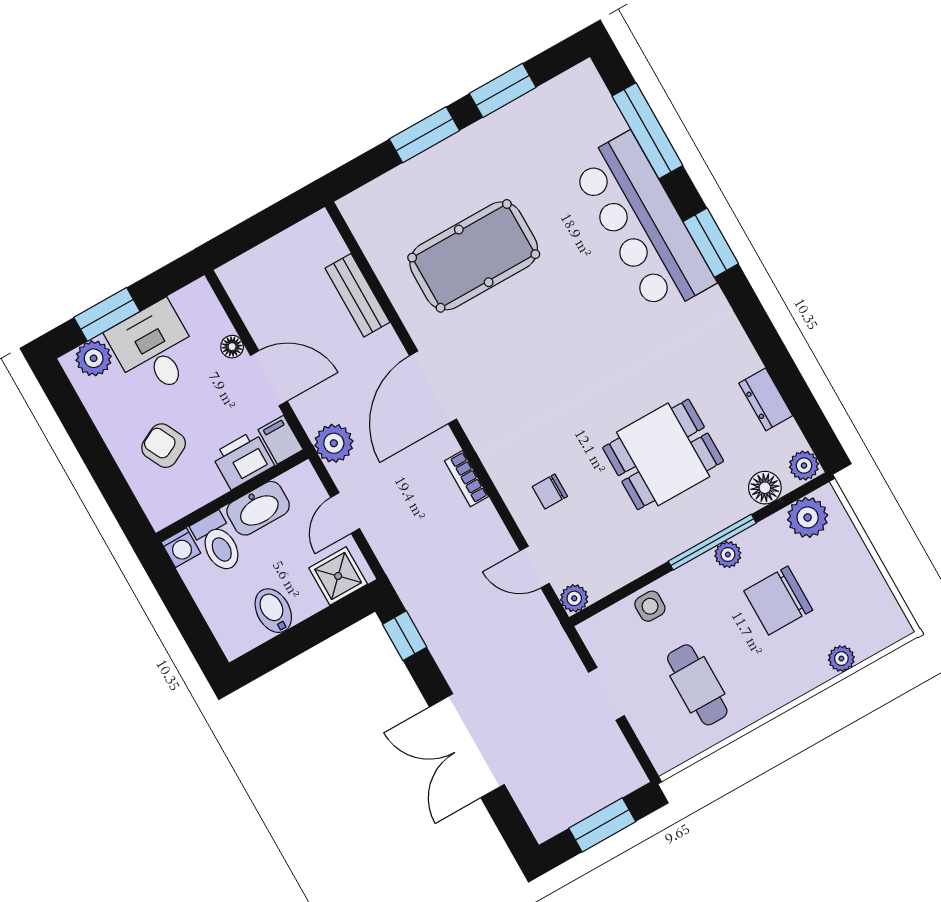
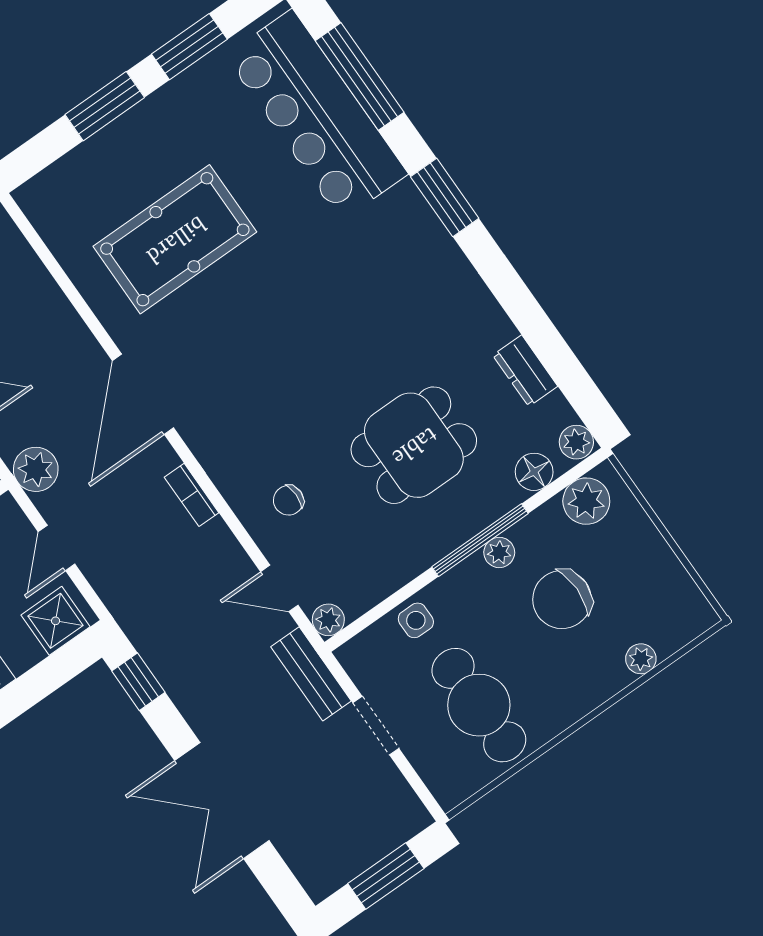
bar counter: (643, 224) -> (317, 115), moved
bench: (358, 295) -> (311, 674), moved
cafe table: (697, 685) -> (479, 705), width x1.37, depth x1.35

